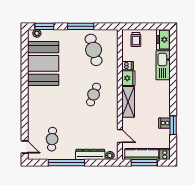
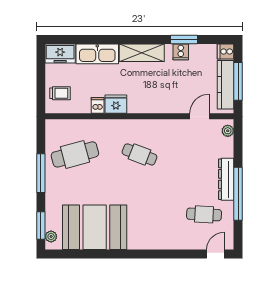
shelving: (128, 102) -> (142, 53), moved
dresser: (90, 154) -> (226, 179), moved

